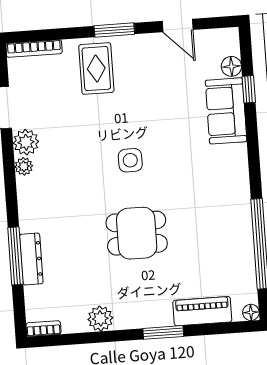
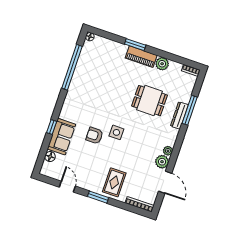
window: (249, 89) -> (52, 127), moved
armchair: (168, 138) -> (94, 136), added
dining table: (137, 233) -> (150, 101), moved
dresser: (31, 259) -> (179, 115), moved
piano: (202, 311) -> (141, 57), moved

